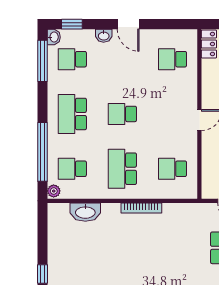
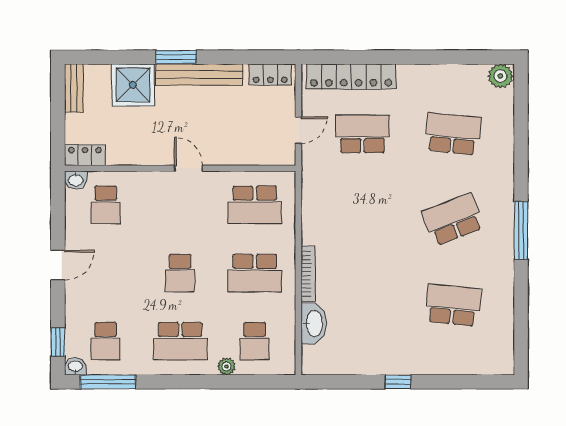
washbasin: (104, 36) -> (76, 180), moved, turned 90
window: (42, 152) -> (232, 382), removed
school desk: (172, 169) -> (255, 205), width x1.85
plant: (54, 191) -> (226, 367), moved
bookcase: (141, 208) -> (308, 274), moved

